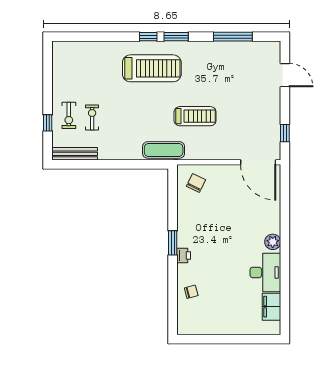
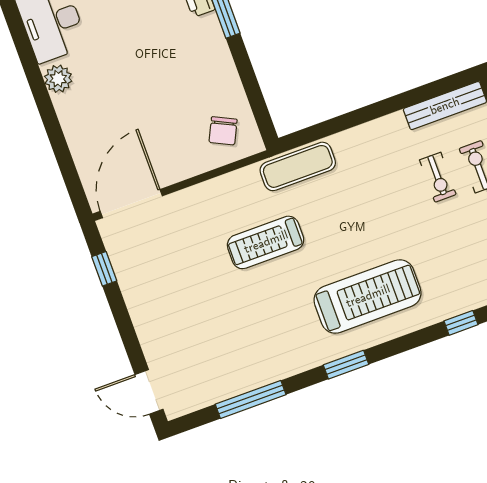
window: (148, 37) -> (461, 323), moved
treadmill: (152, 68) -> (368, 296), turned 180
door: (285, 75) -> (149, 392), moved
door: (258, 162) -> (131, 204), hinge flipped

